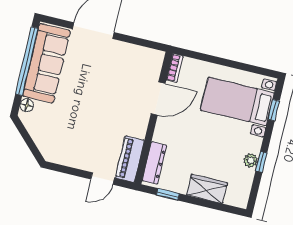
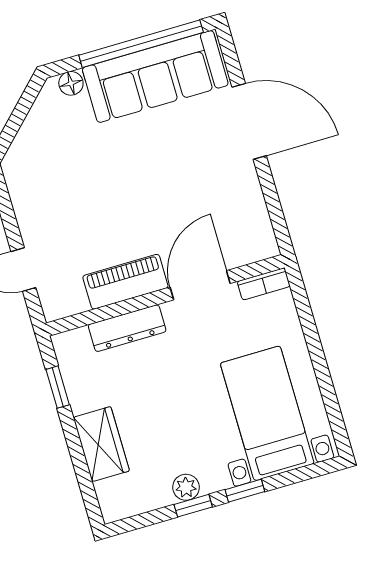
door: (158, 99) -> (200, 285), swing flipped
window: (274, 110) -> (245, 491), moved
piano: (130, 159) -> (125, 282), moved
dresser: (154, 163) -> (127, 328), moved

